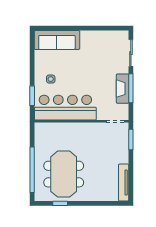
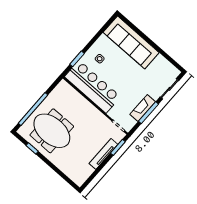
sofa: (57, 40) -> (131, 43), width x1.36, depth x1.27
meeting table: (64, 174) -> (52, 131), turned 90
tv unit: (124, 182) -> (103, 154), moved

